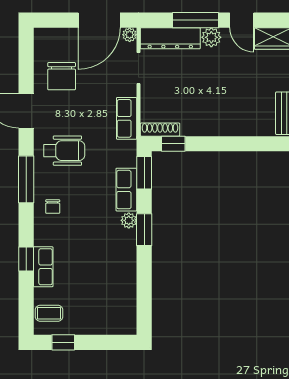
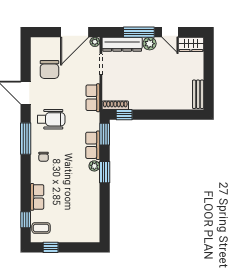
window: (26, 259) -> (26, 220), moved

